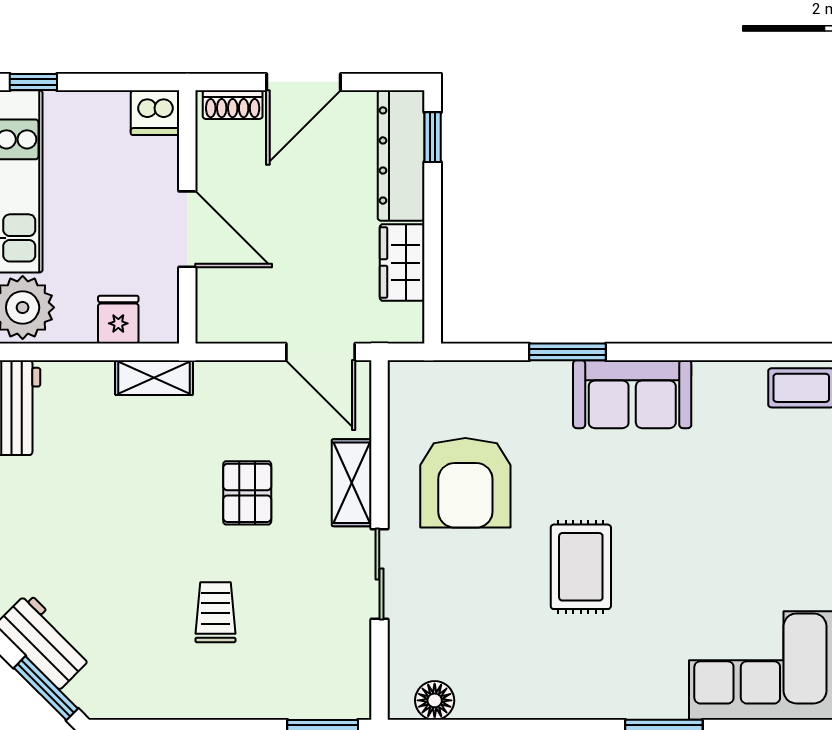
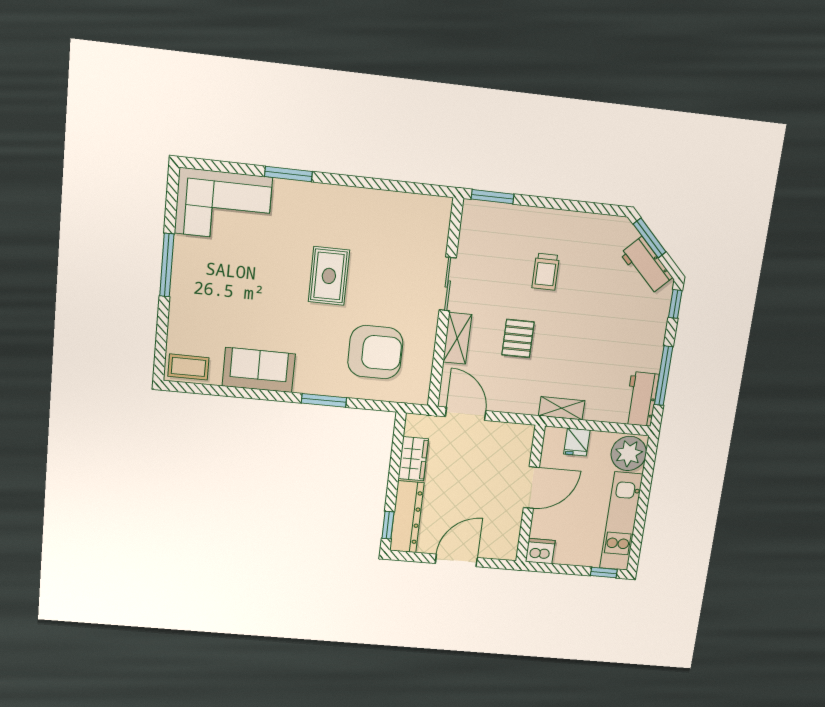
shoe rack: (233, 105) -> (497, 552), removed
door: (187, 229) -> (531, 488), swing flipped
sofa: (632, 394) -> (259, 370), moved
armchair: (465, 483) -> (375, 352), moved, turned 90
floor lamp: (435, 700) -> (424, 206), removed

